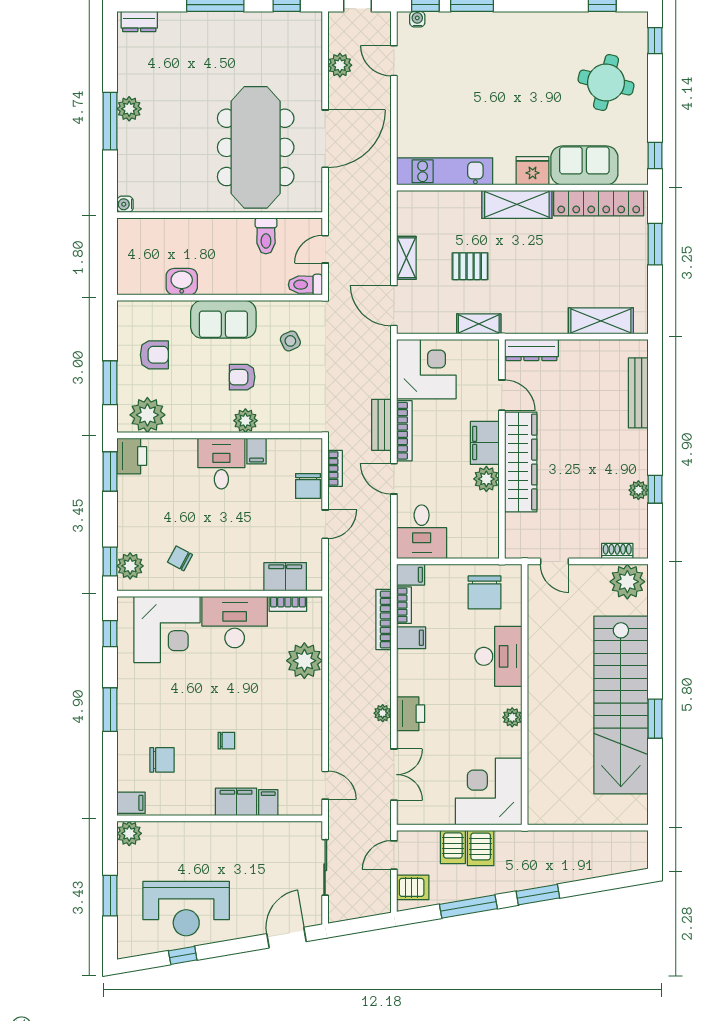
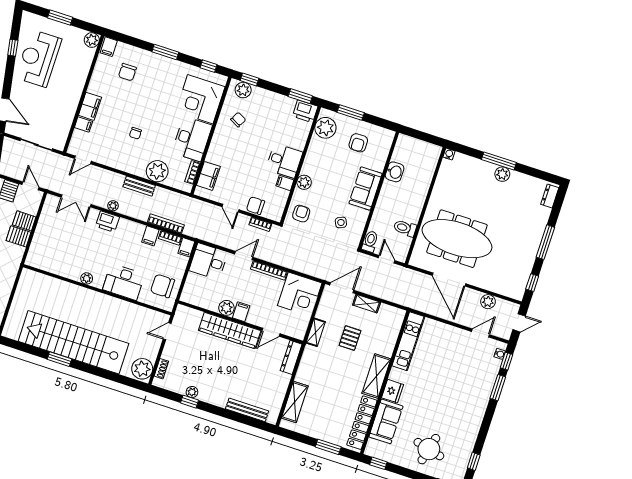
armchair: (242, 377) -> (301, 214), moved
bench: (381, 425) -> (139, 186), moved
filing cabinet: (485, 443) -> (241, 312), width x0.50
chair: (226, 741) -> (135, 133), moved
corner desk: (489, 791) -> (49, 251), removed

